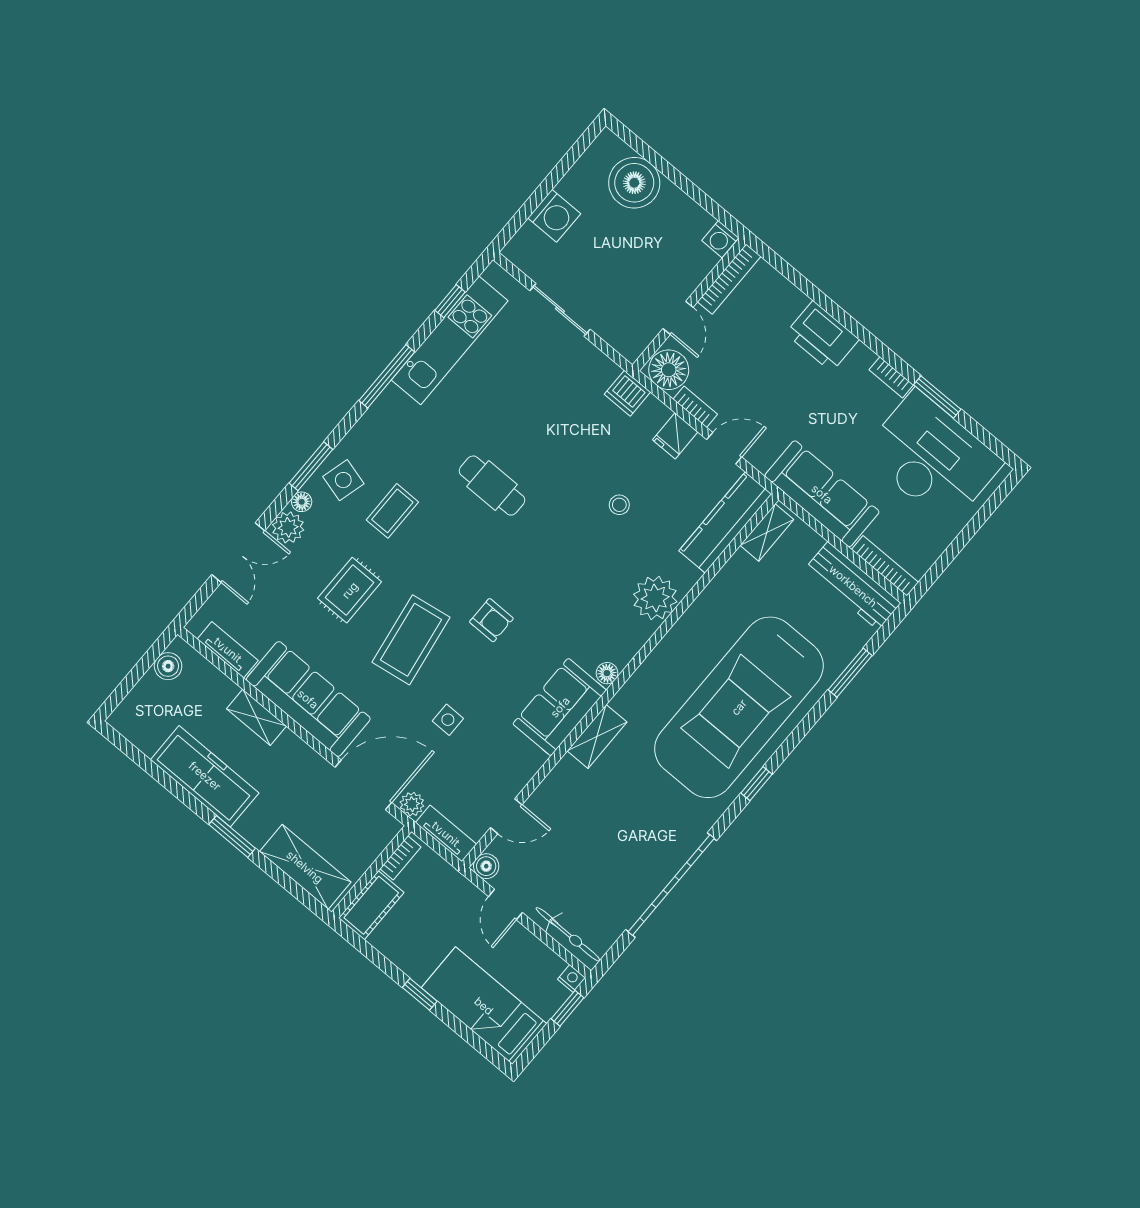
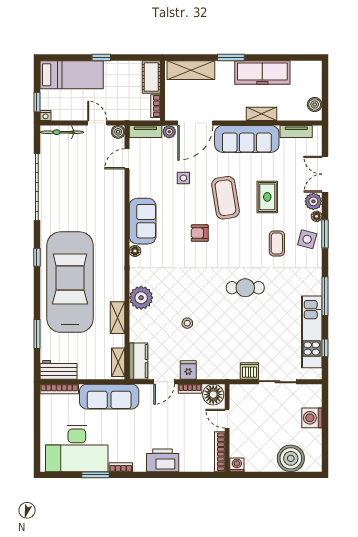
dishwasher: (627, 393) -> (249, 371), moved
kitchen counter: (725, 522) -> (138, 361), width x0.67
workbench: (853, 586) -> (58, 370), width x0.73
shelving: (597, 736) -> (117, 318), moved

